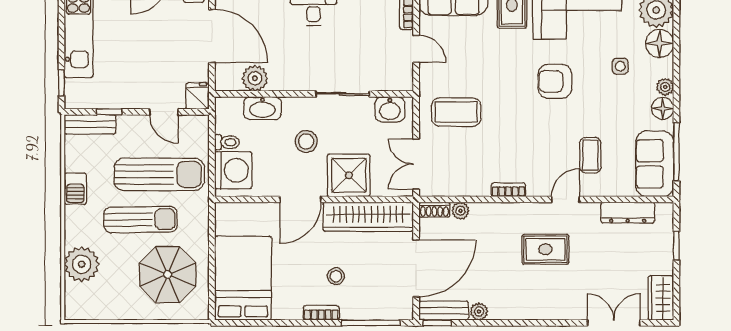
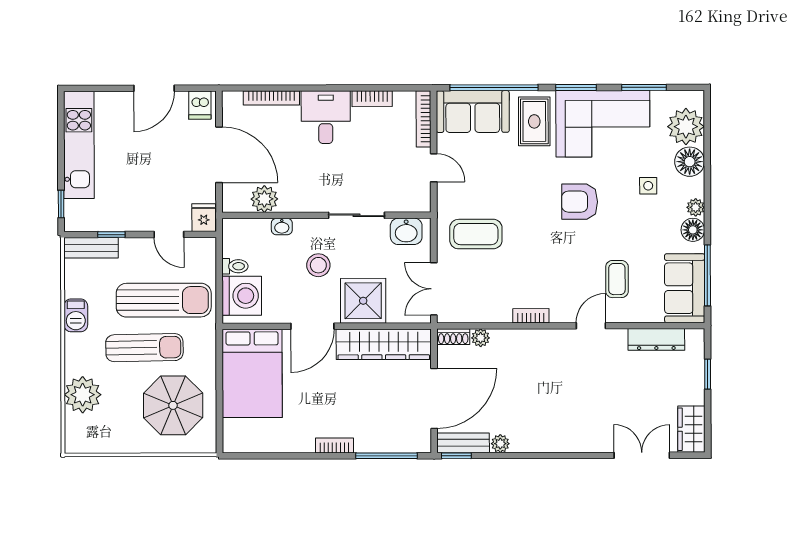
washbasin: (262, 108) -> (282, 227), width x0.52, depth x0.69
rug: (545, 249) -> (570, 378), removed
stool: (336, 276) -> (350, 407), removed
bed: (243, 278) -> (252, 373), moved, turned 180

